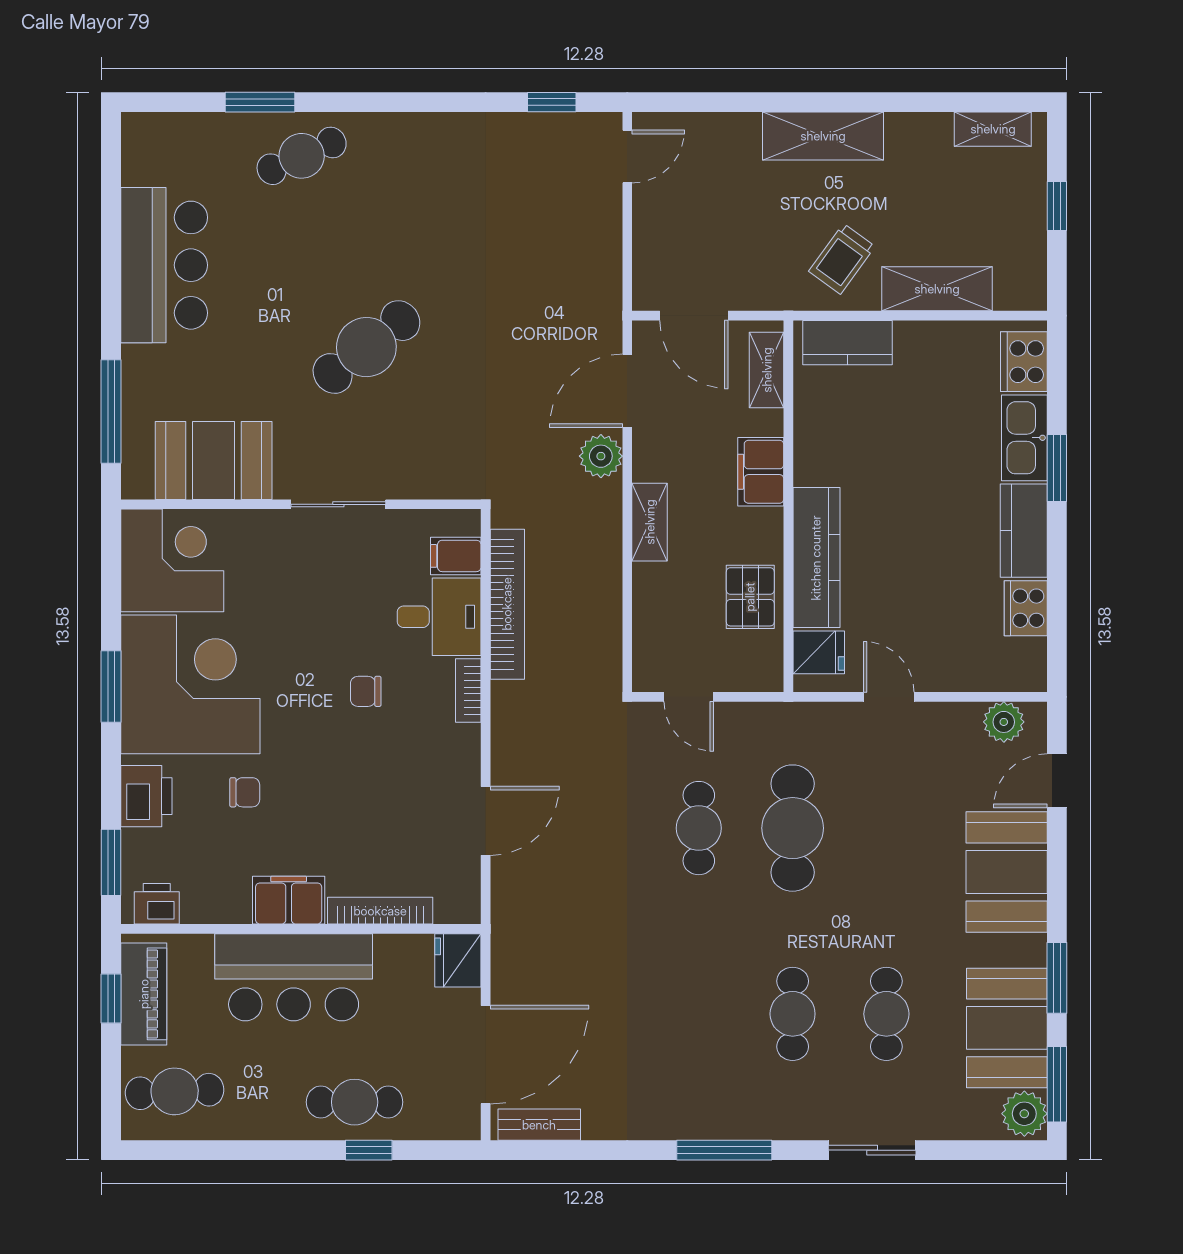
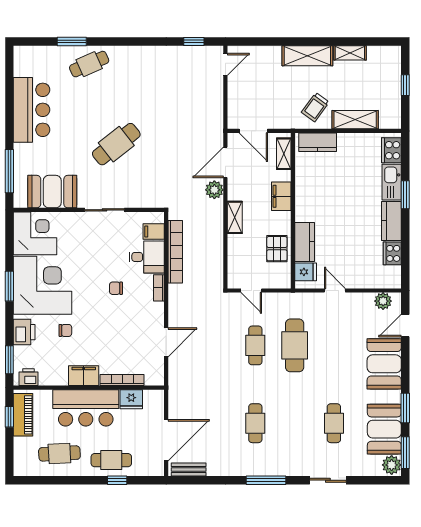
shelving: (993, 129) -> (350, 53), moved
kitchen counter: (816, 558) -> (305, 242), width x0.67
fridge: (458, 960) -> (131, 399), moved, turned -90
cafe table: (793, 1014) -> (255, 423), moved
cafe table: (175, 1091) -> (59, 453), moved

